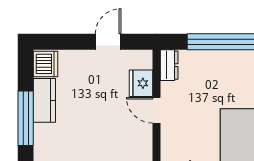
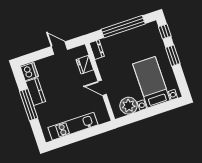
door: (108, 42) -> (59, 48), hinge flipped
door: (156, 110) -> (102, 88), moved

